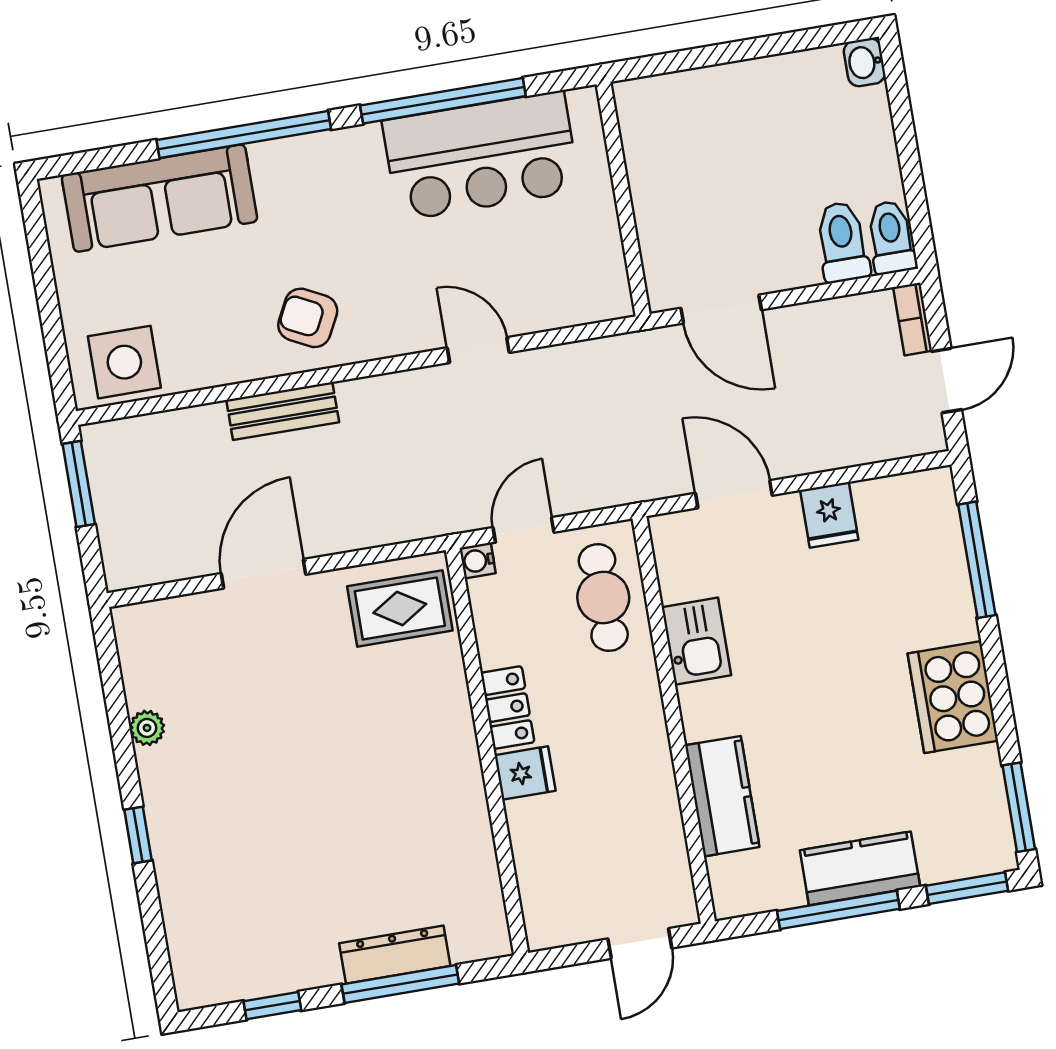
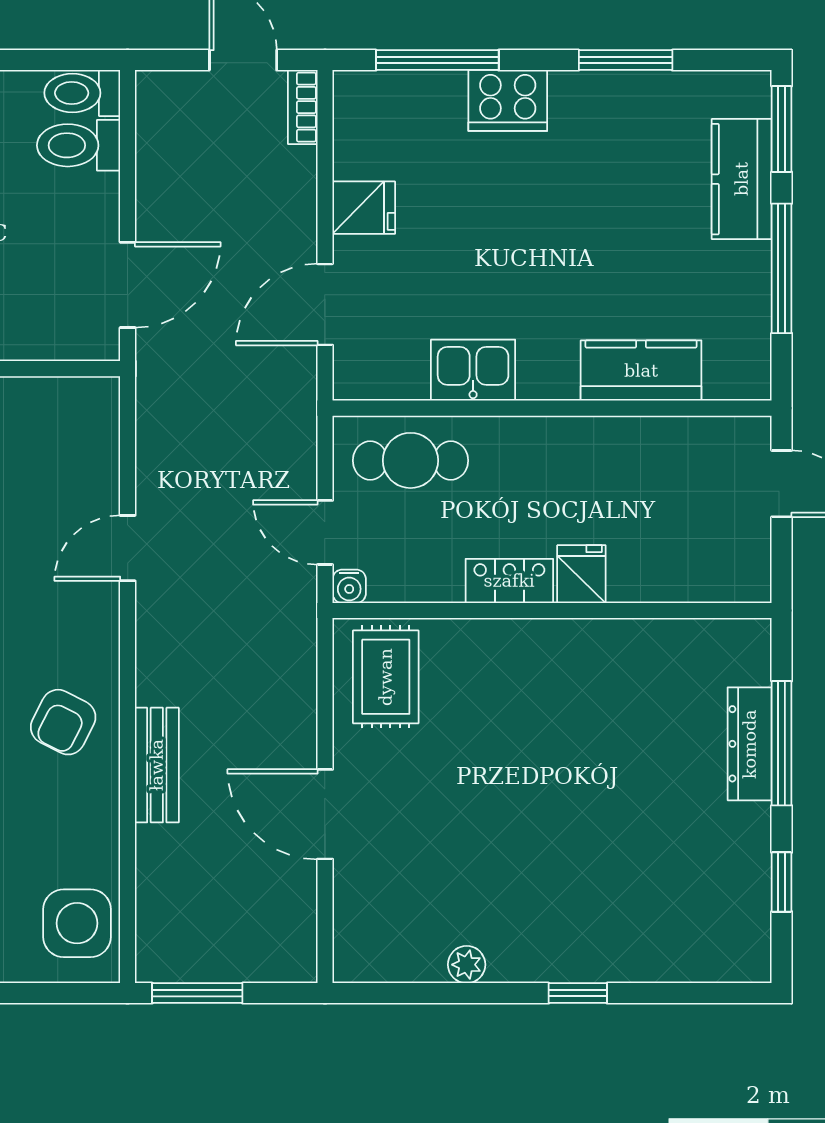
bookcase: (913, 319) -> (303, 107), moved, turned 90
cooker: (953, 697) -> (508, 100), moved, width x0.73, depth x0.76
window: (1019, 807) -> (626, 60), moved
kitchen counter: (860, 868) -> (742, 179), moved

